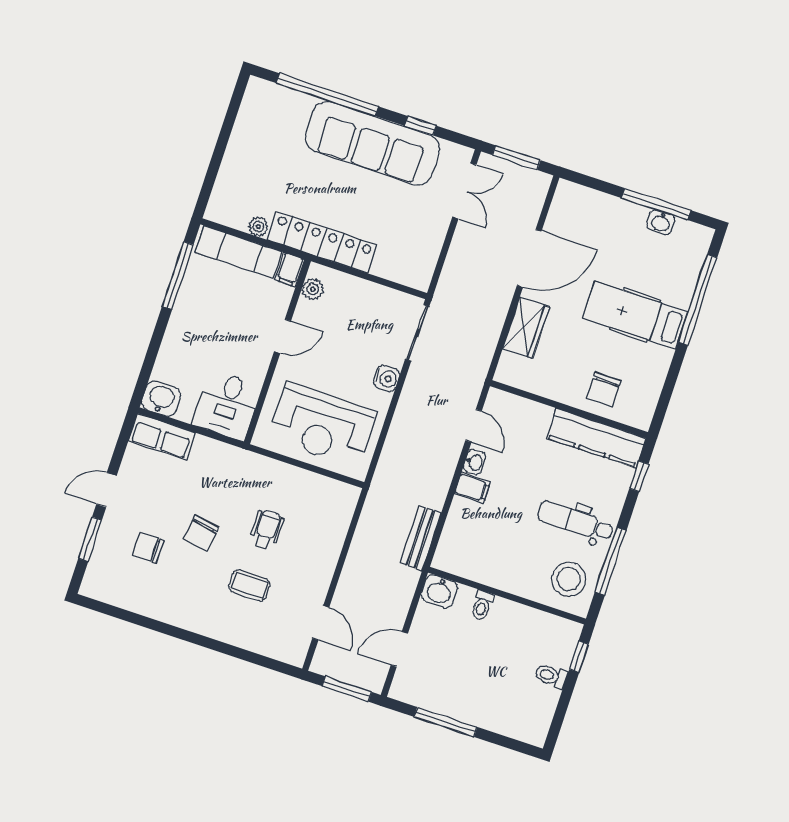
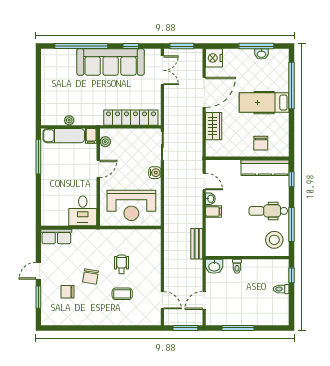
nightstand: (569, 200) -> (214, 58), added
locker: (322, 242) -> (131, 118), moved
washbasin: (161, 399) -> (50, 218), removed

